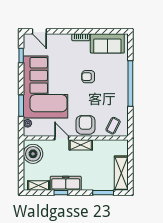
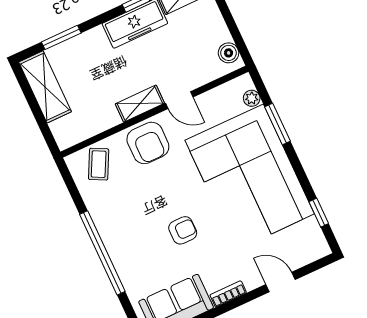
door: (39, 31) -> (280, 282), moved
boiler: (33, 154) -> (229, 53), width x0.54, depth x0.54

